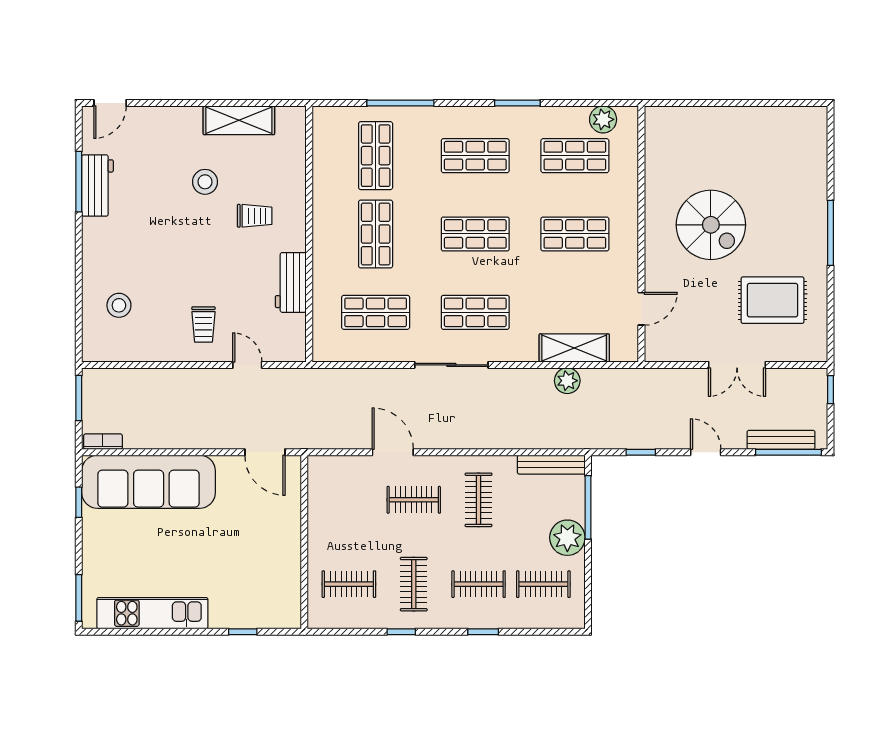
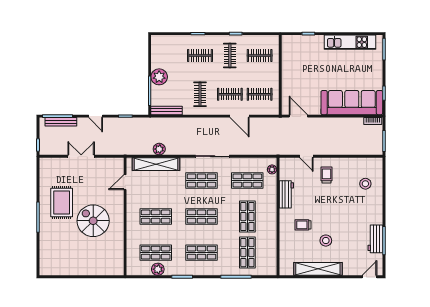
plant: (603, 119) -> (158, 269), moved
shelving: (239, 120) -> (318, 269), width x1.47
rug: (773, 300) -> (62, 202), moved, turned 90
plant: (322, 336) -> (272, 169), added
shelving: (574, 348) -> (156, 164), width x1.47
clothes rail: (543, 584) -> (260, 94), moved

